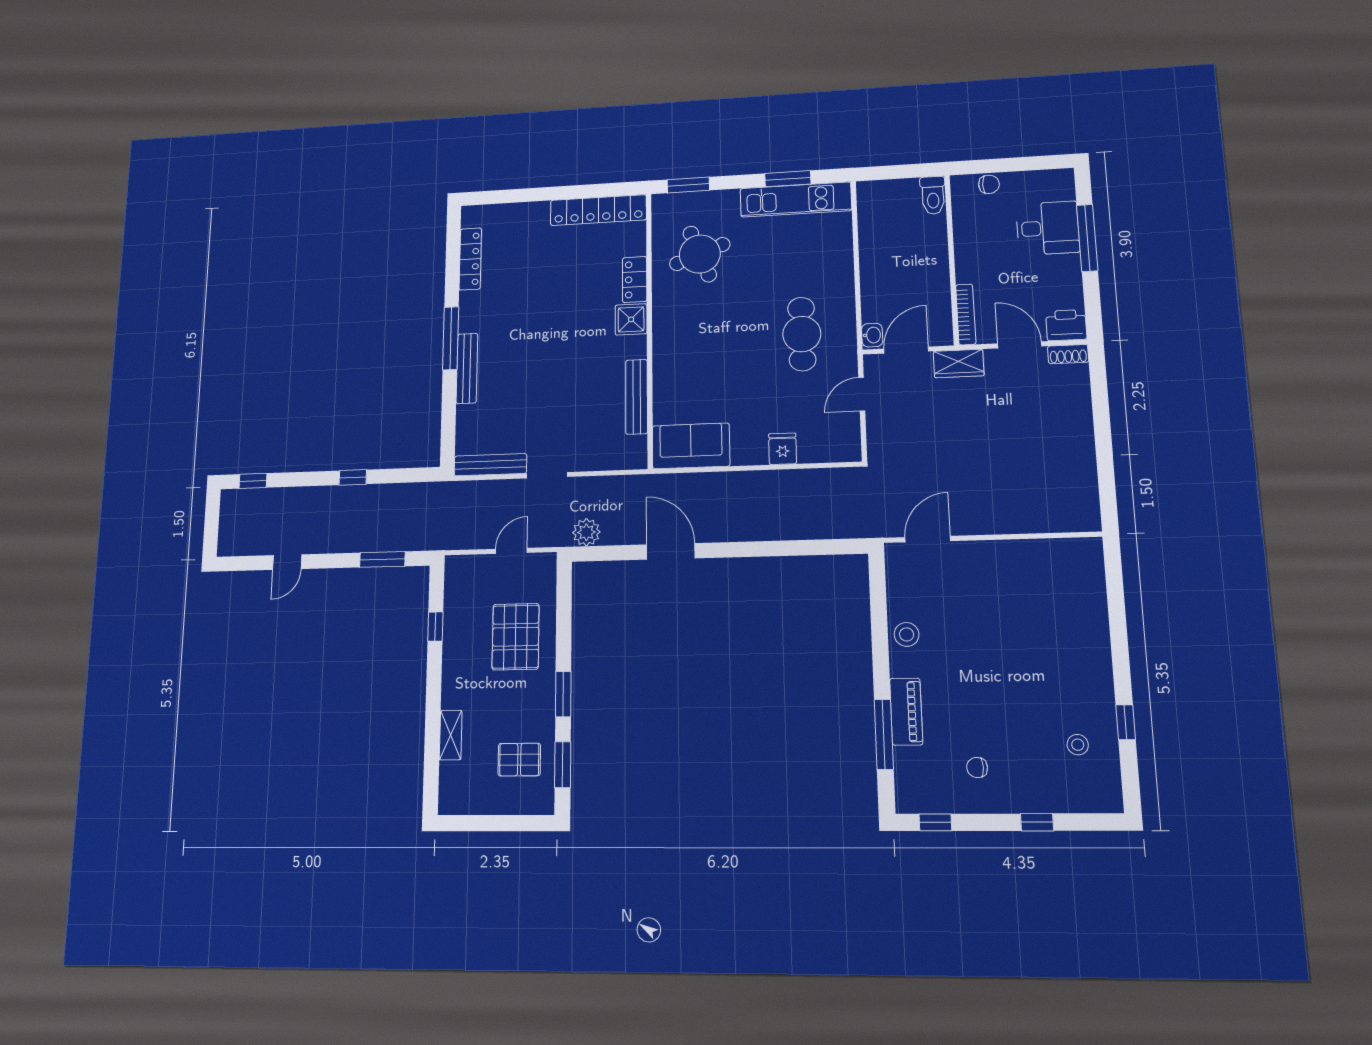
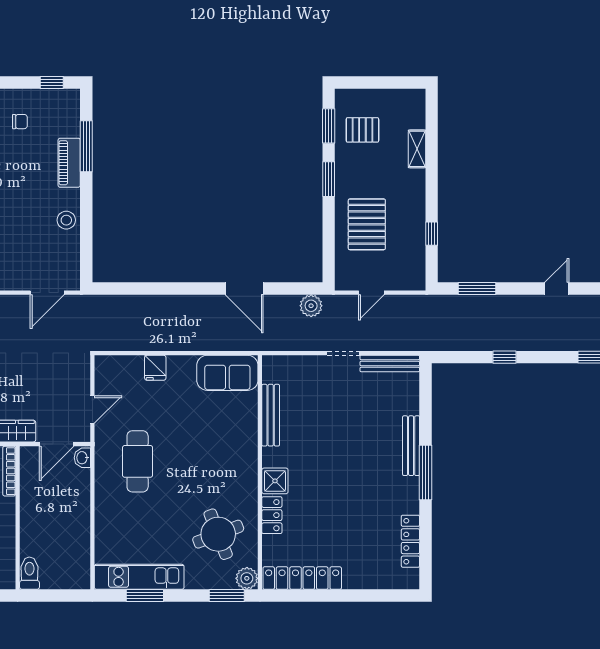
plant: (664, 206) -> (247, 578), added

